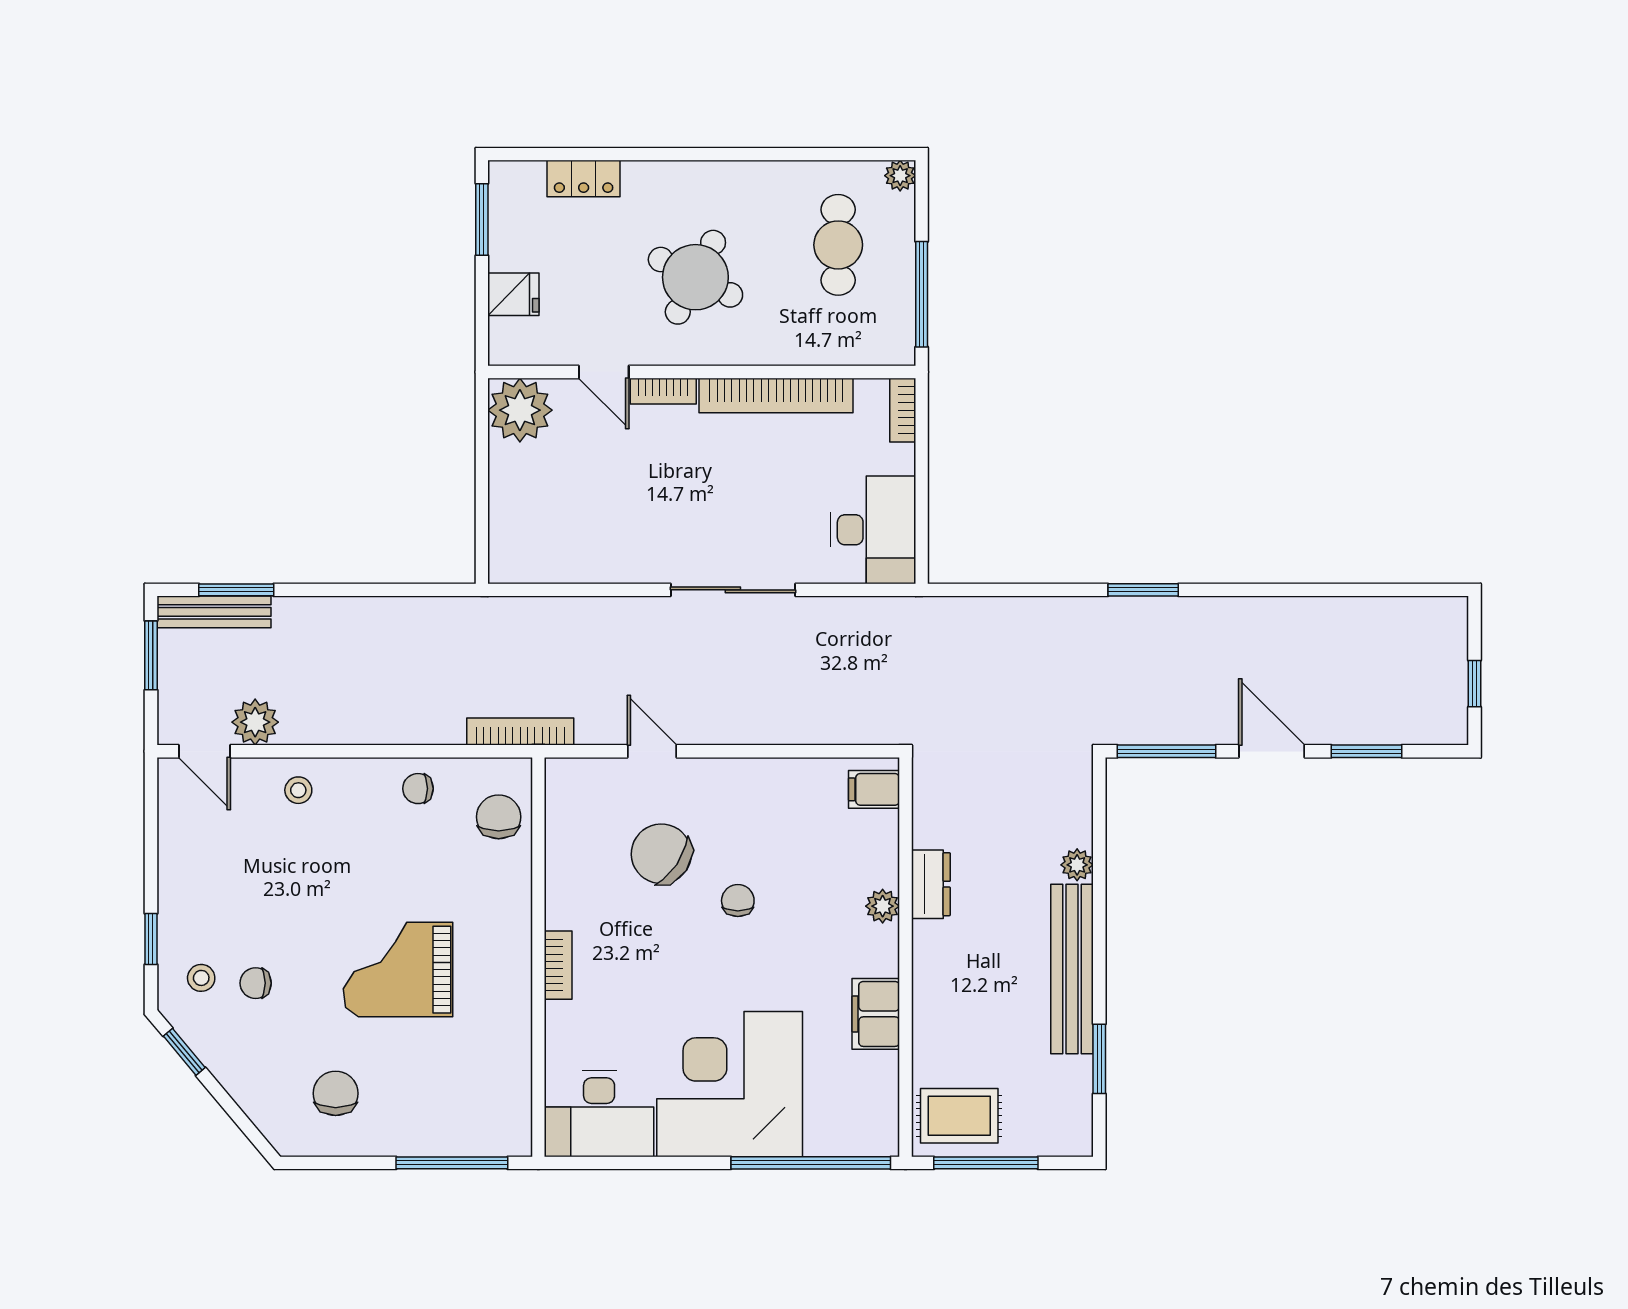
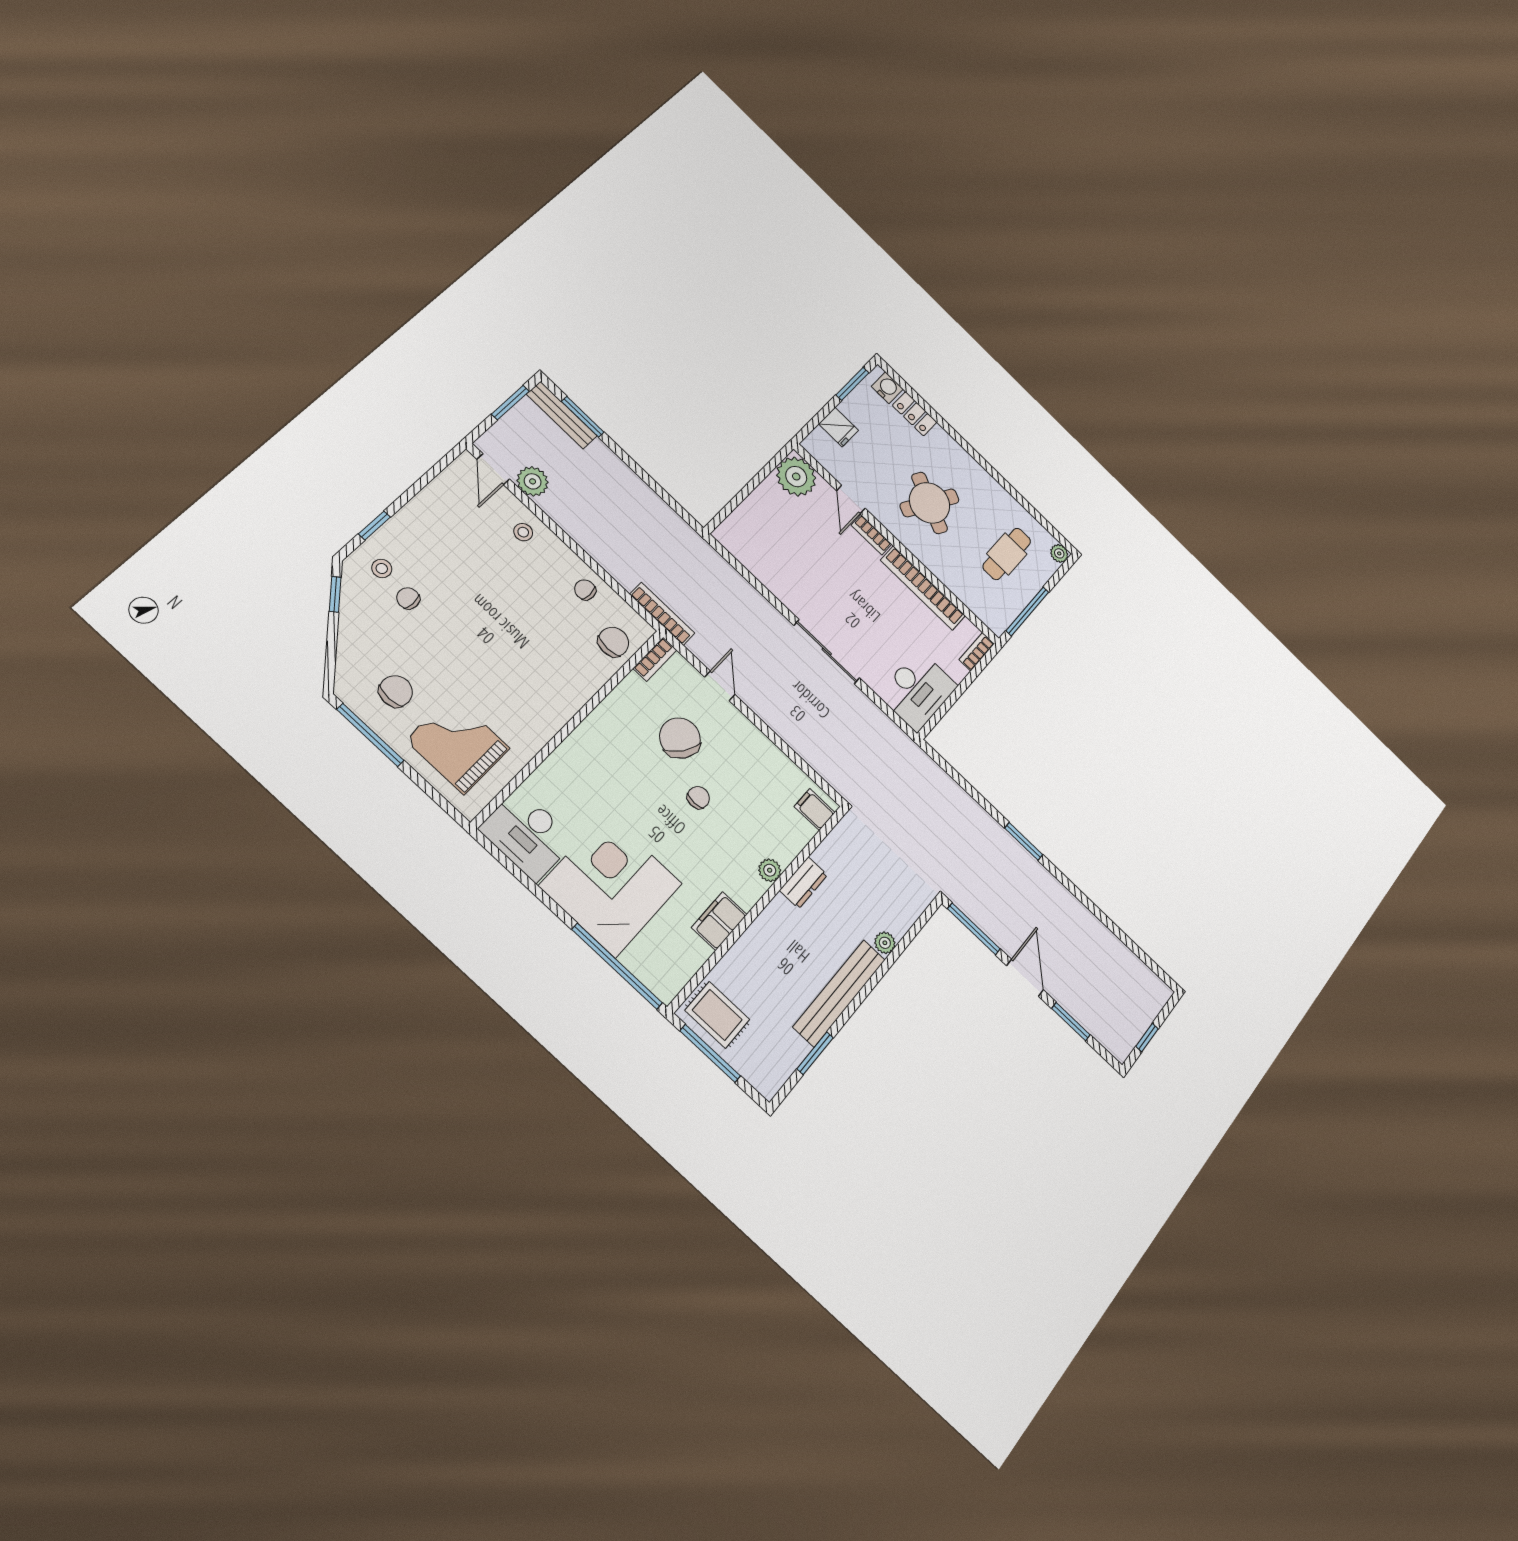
water cooler: (525, 179) -> (887, 388), added
bookcase: (558, 965) -> (655, 659), moved
grand piano: (398, 970) -> (458, 744), moved
window: (452, 1163) -> (370, 735), moved

